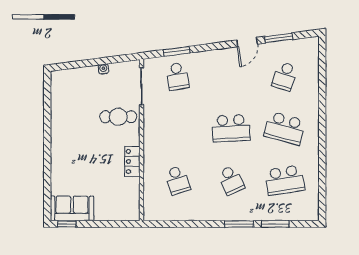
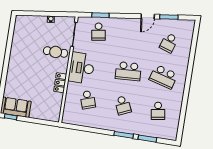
desk: (161, 134) -> (82, 68), added
school desk: (285, 180) -> (158, 111), width x0.54

